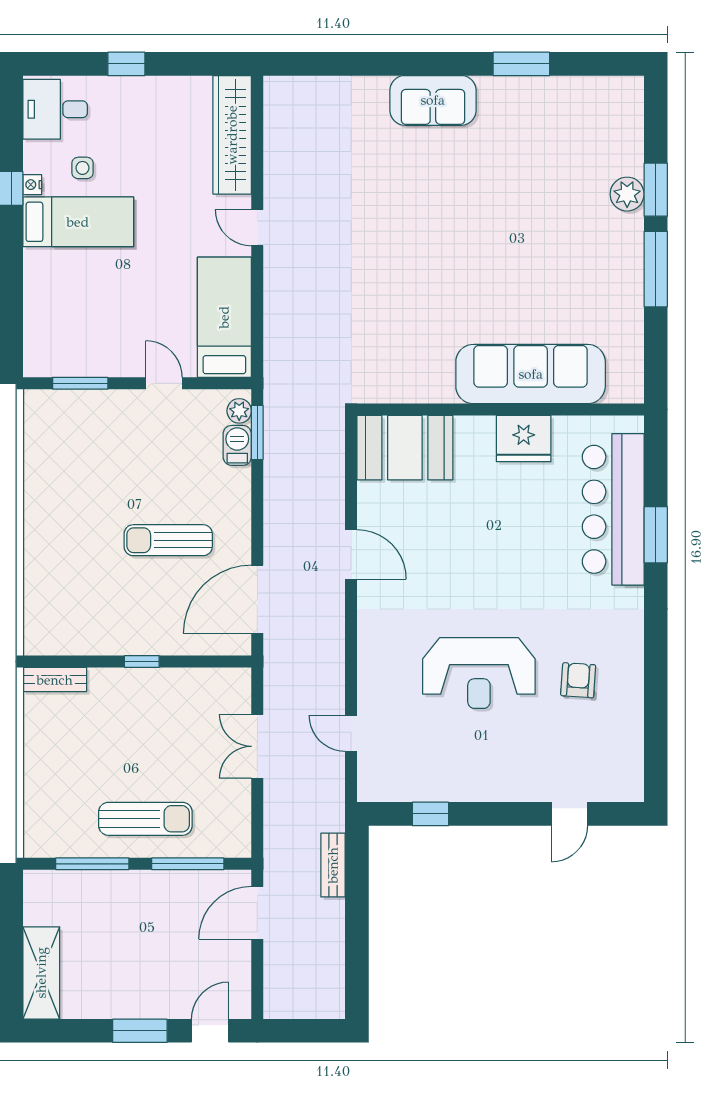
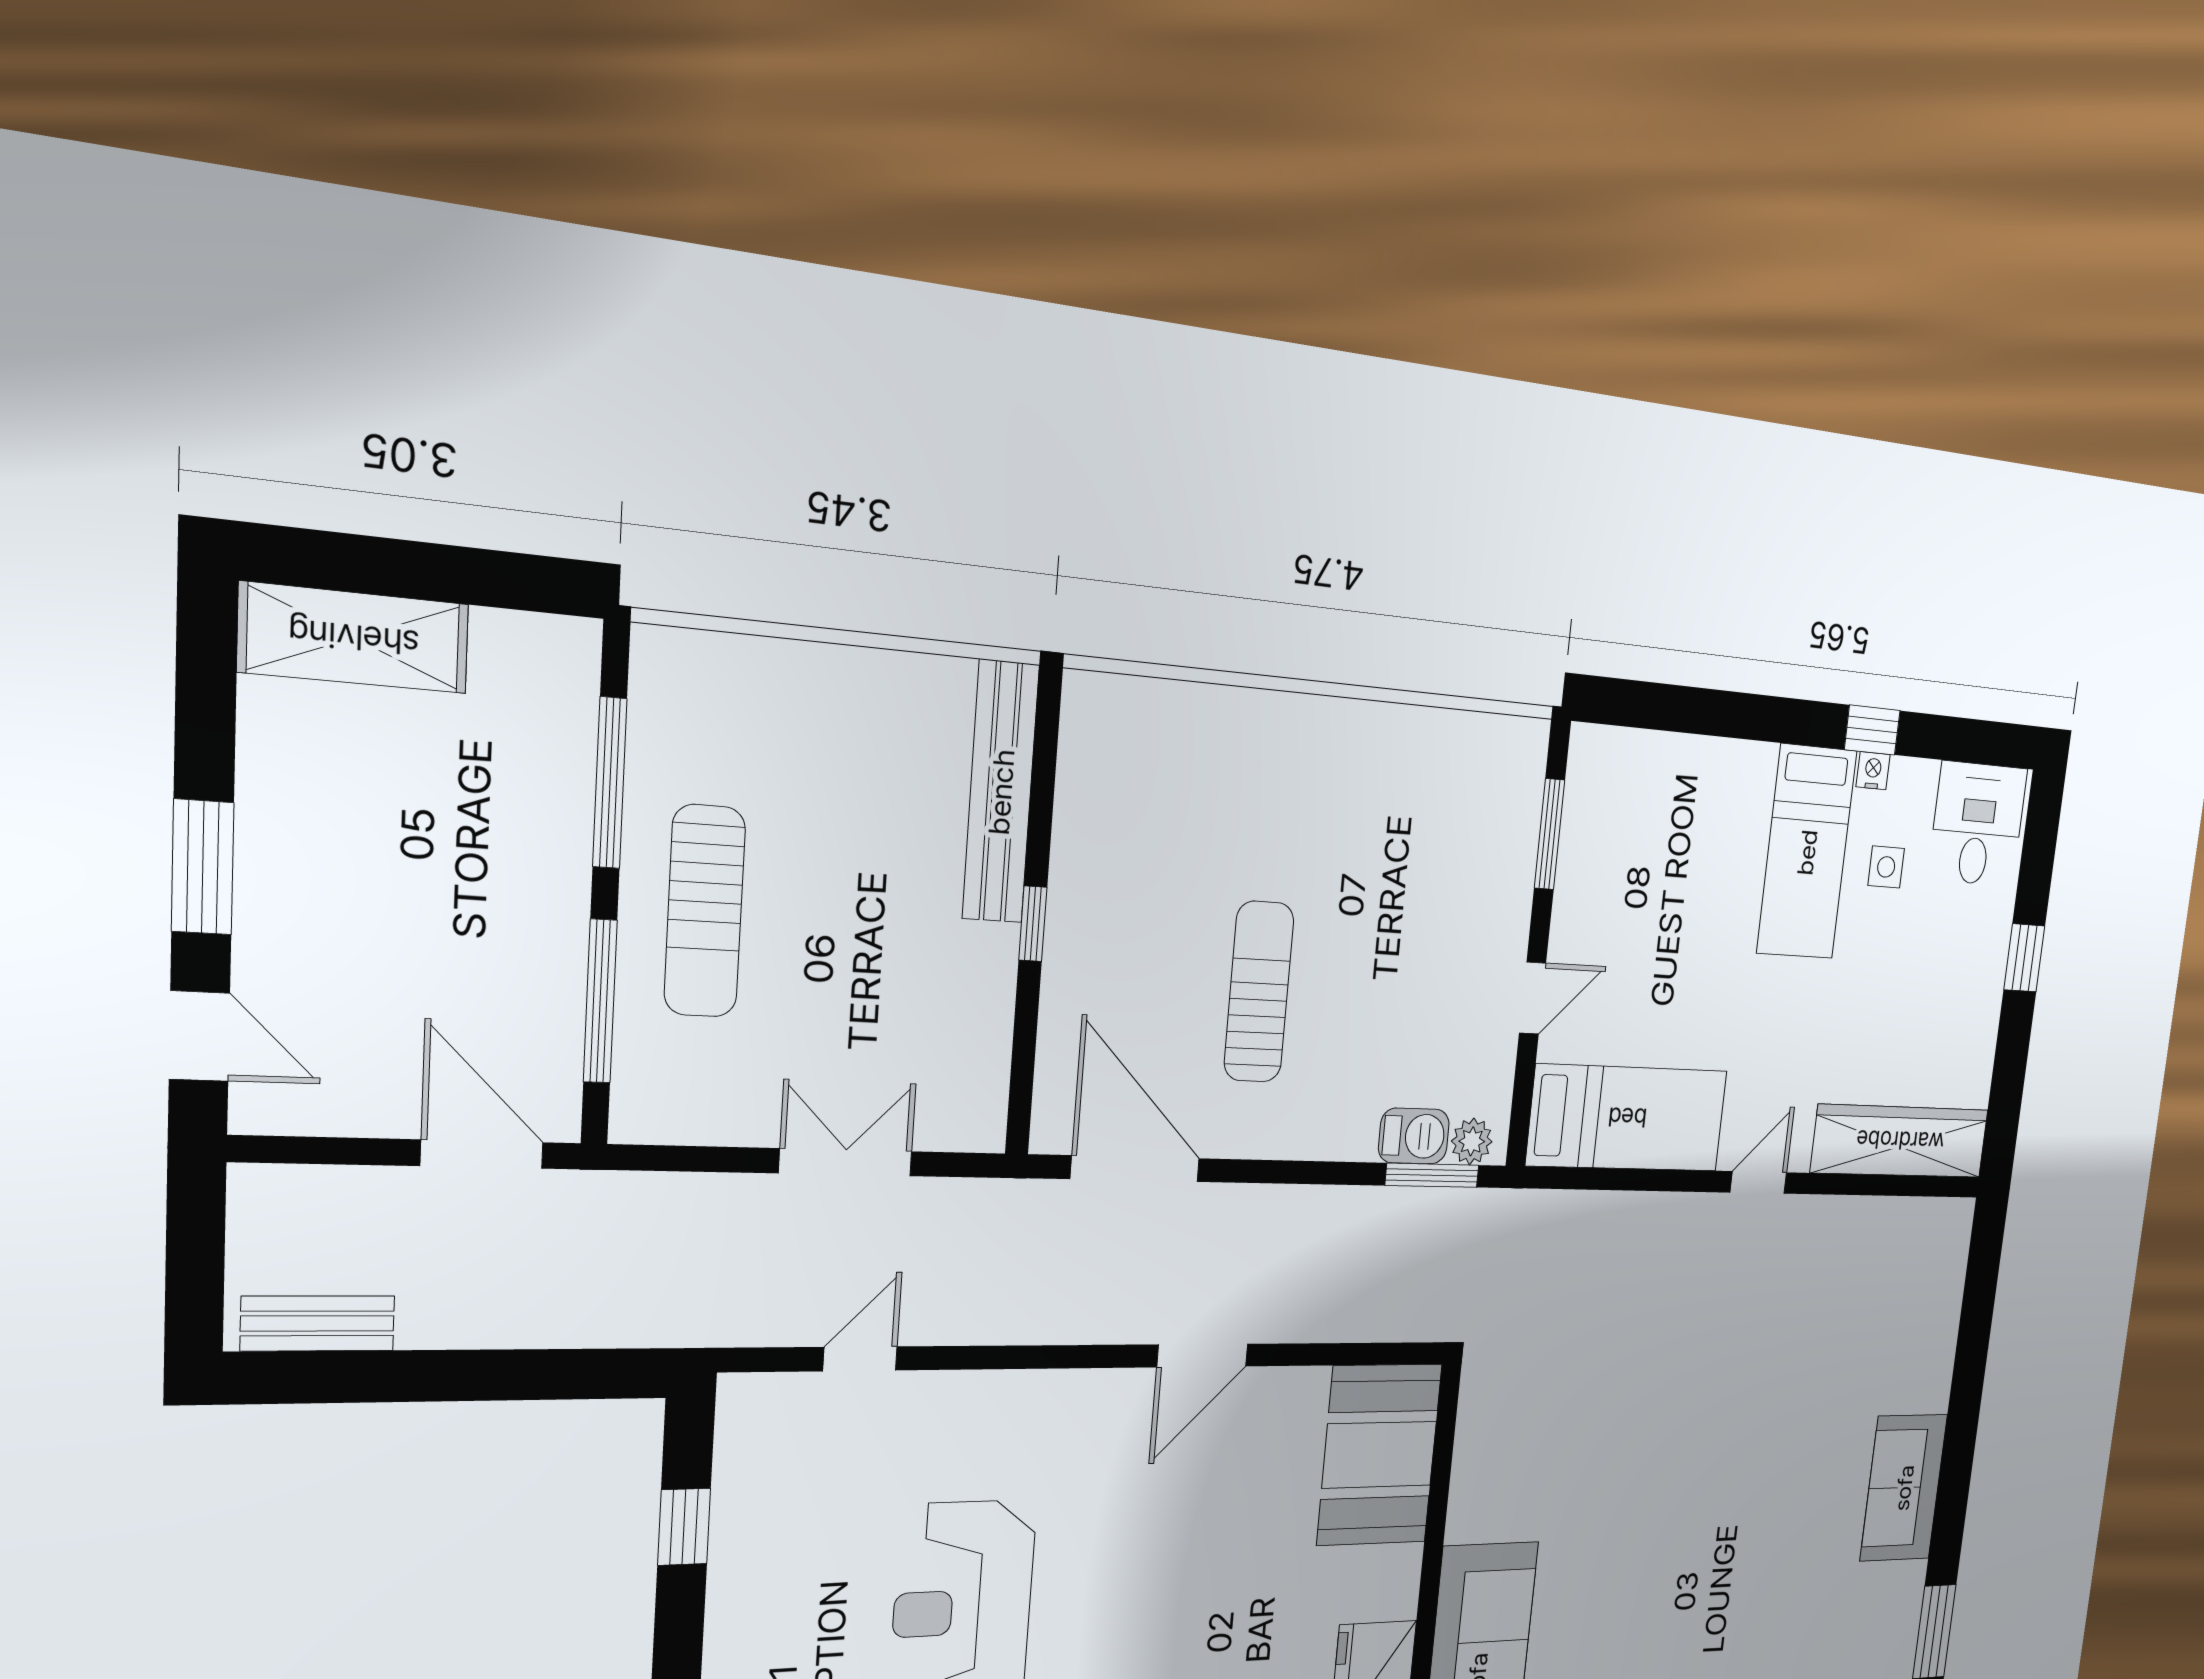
bench: (55, 680) -> (1001, 792), width x1.86, depth x1.21
bench: (333, 865) -> (318, 1323), moved

